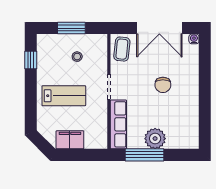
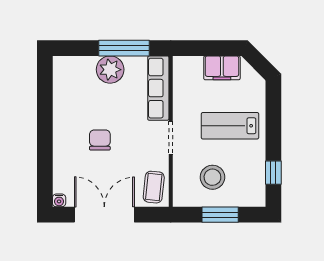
stool: (77, 57) -> (212, 177), width x1.89, depth x1.89

